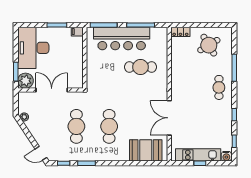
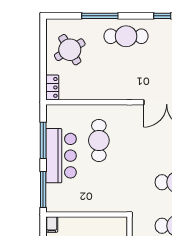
bar counter: (122, 39) -> (61, 156), width x0.73
cafe table: (219, 87) -> (126, 36), width x1.37, depth x1.35

